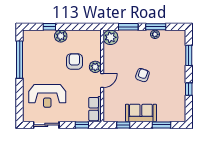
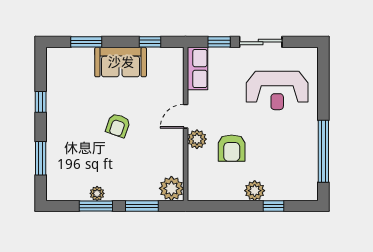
reception desk: (47, 96) -> (277, 90), turned 180
sliding door: (46, 125) -> (261, 42), moved

